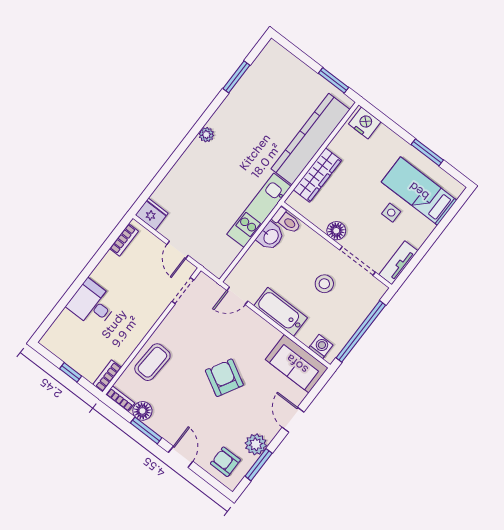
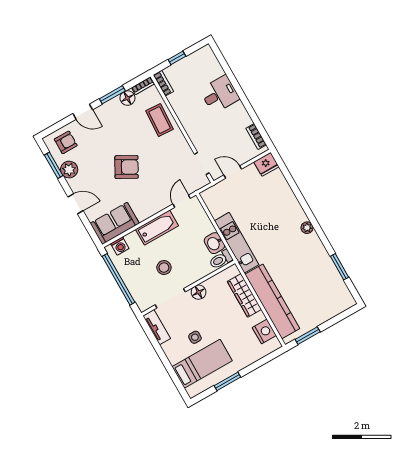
nightstand: (365, 123) -> (264, 332), moved, turned -90

